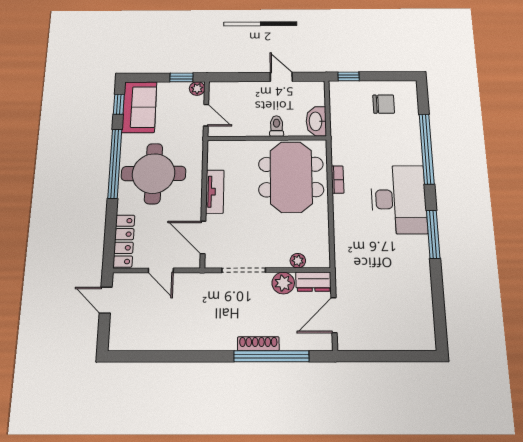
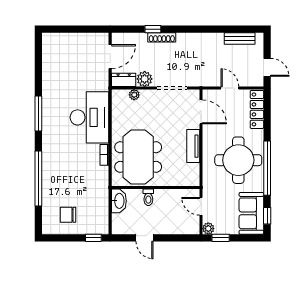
desk: (399, 199) -> (89, 117), moved, turned 180
bench: (143, 342) -> (240, 38), added
window: (271, 356) -> (153, 29), width x0.32

